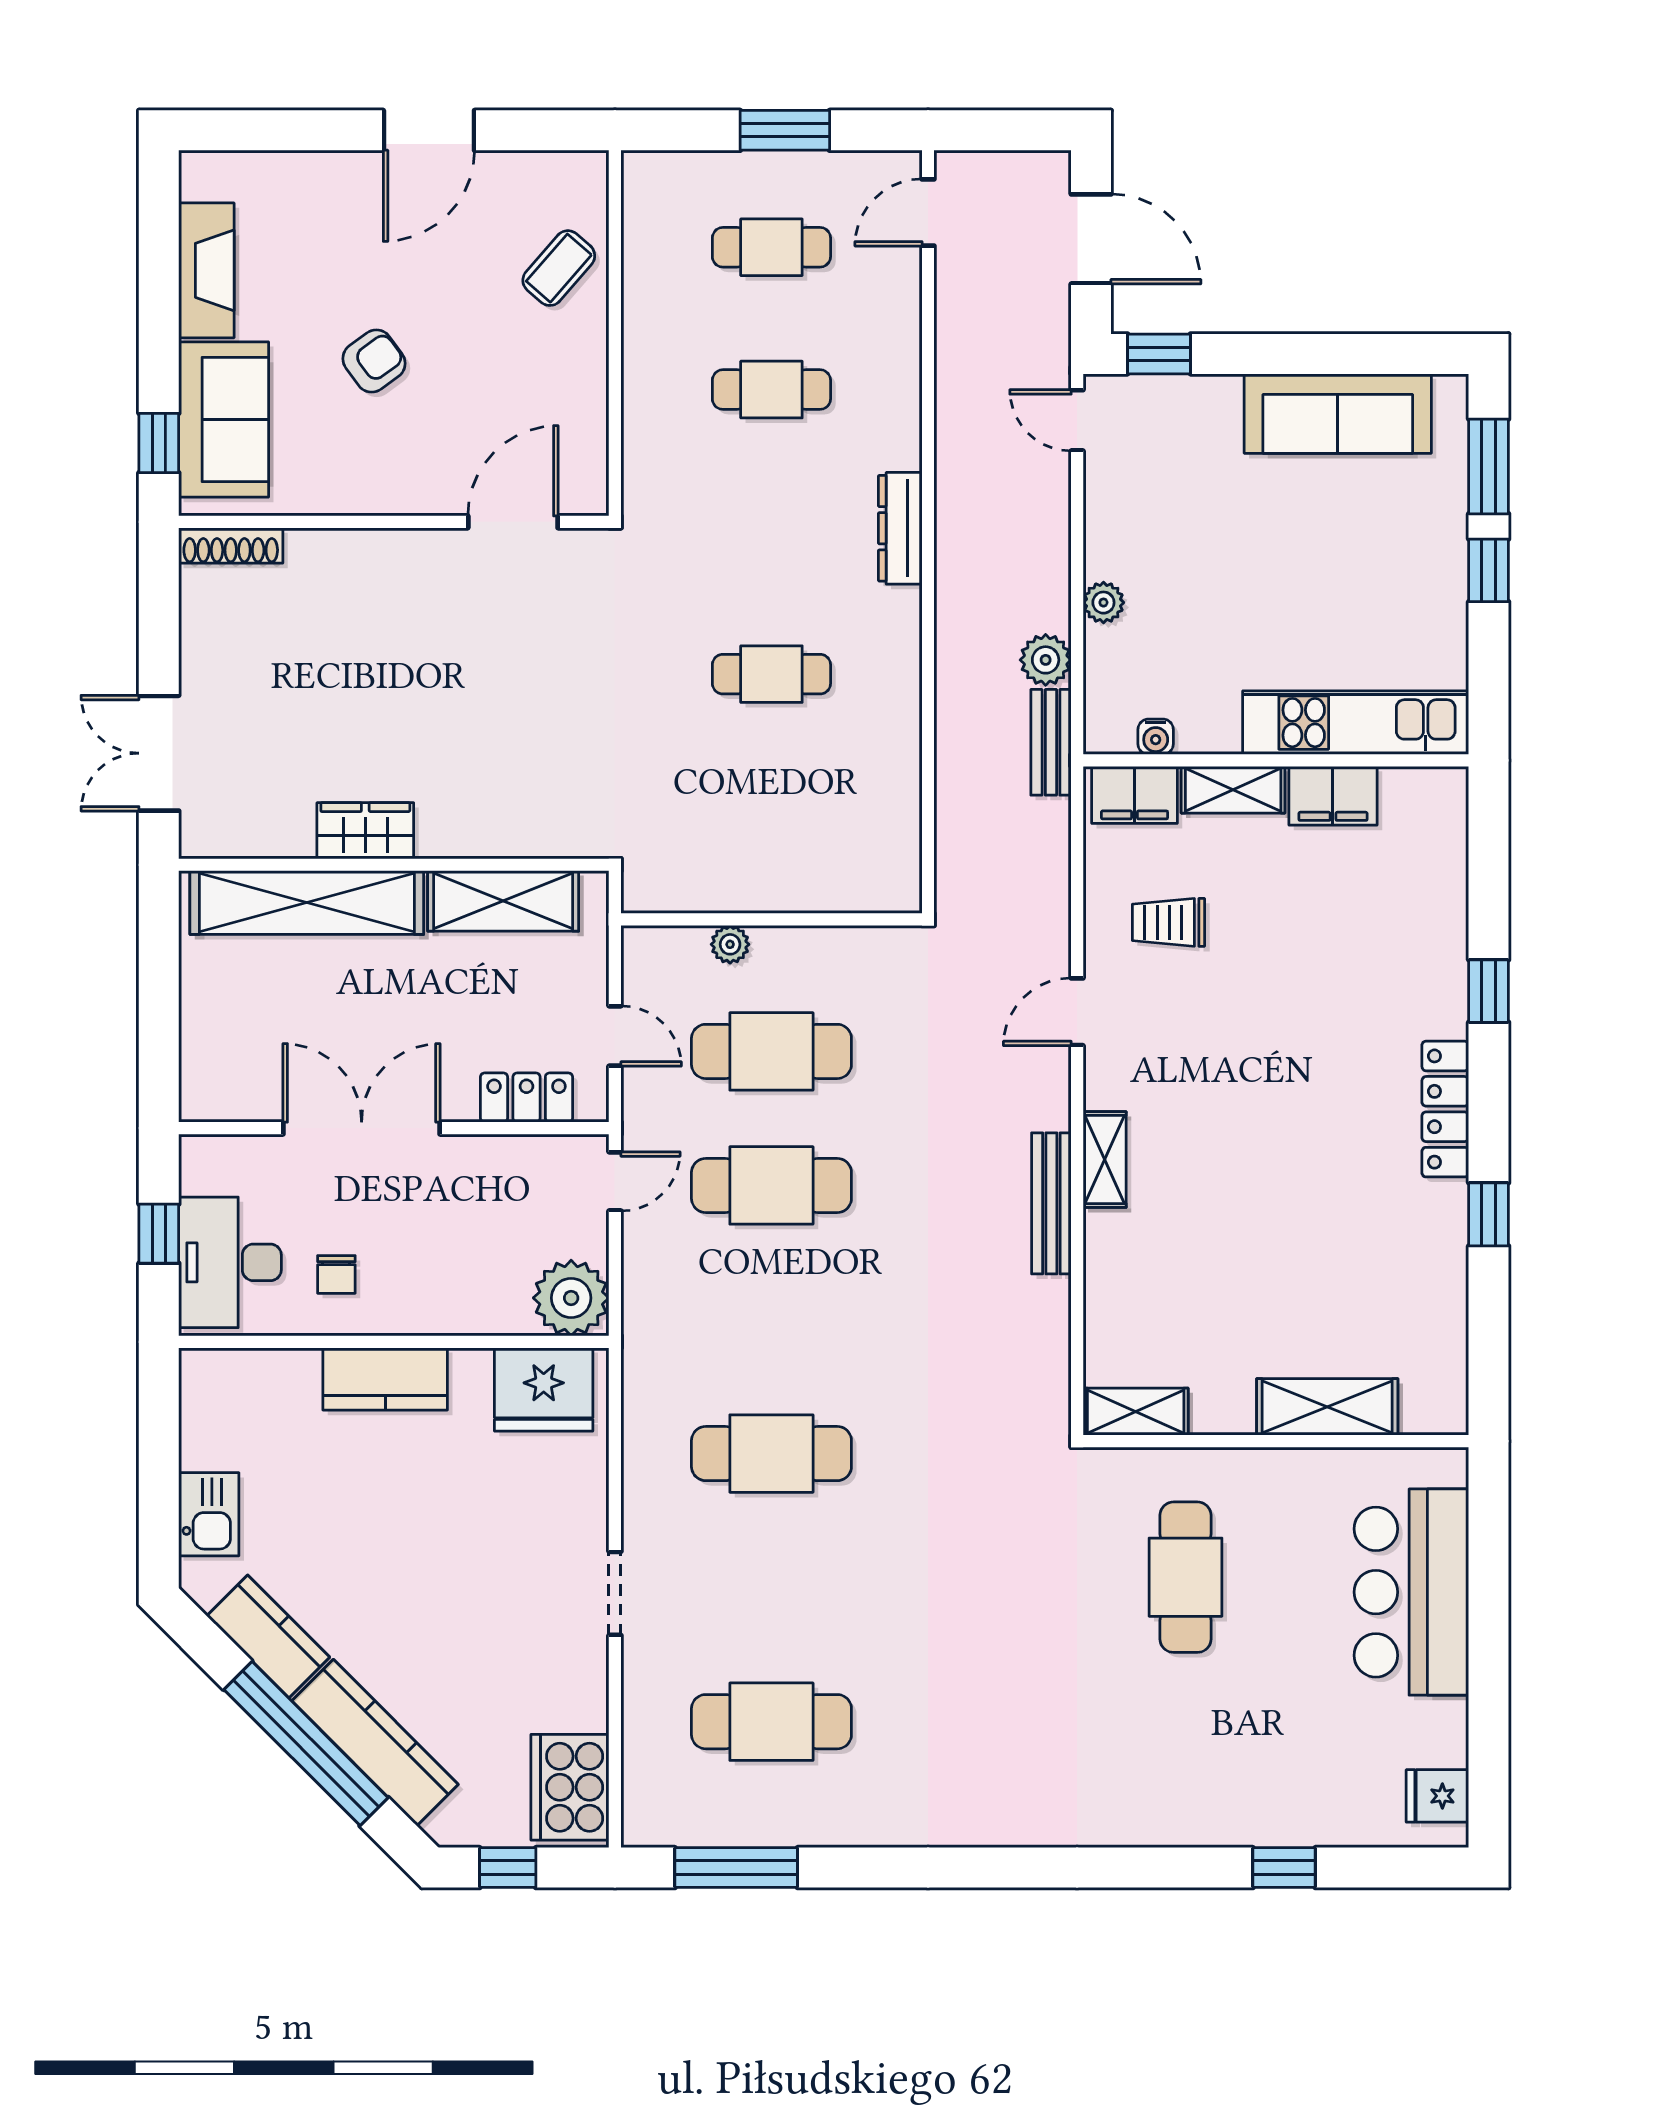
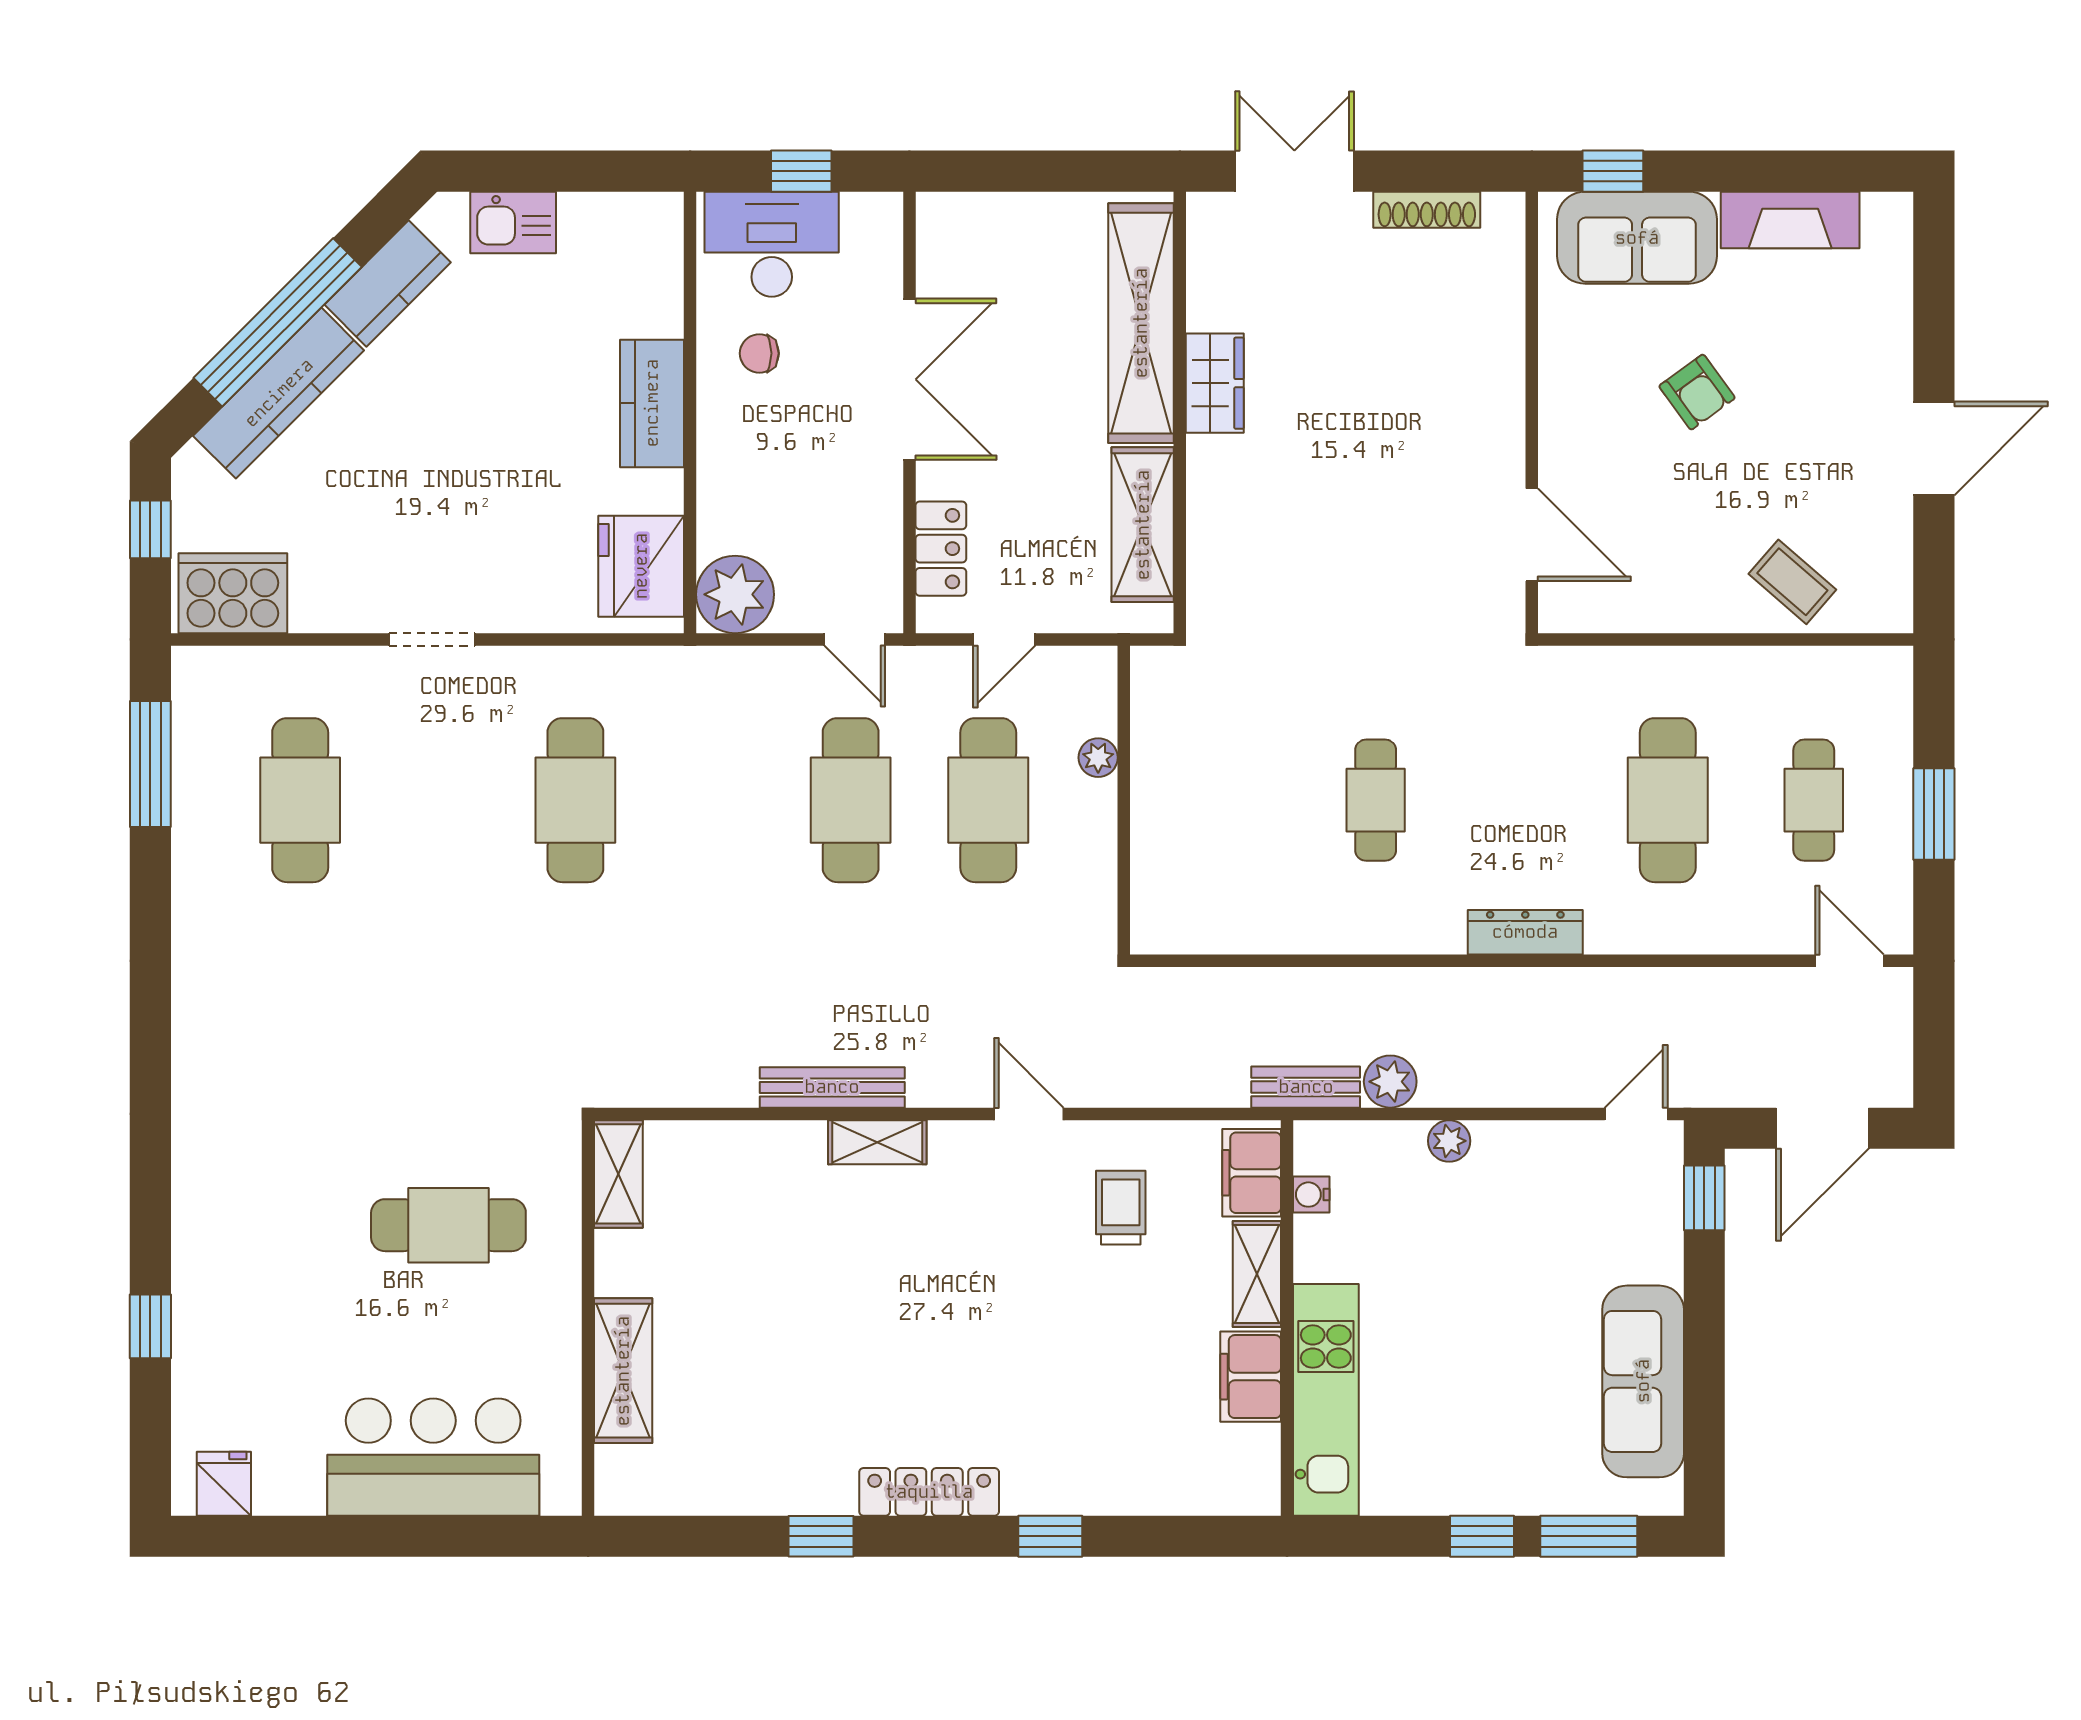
door: (429, 130) -> (1934, 448), swing flipped
cafe table: (771, 390) -> (1668, 800), width x1.37, depth x1.35
shoe rack: (231, 546) -> (1427, 210), moved, turned -90

